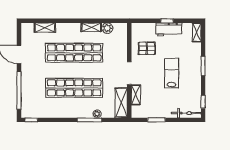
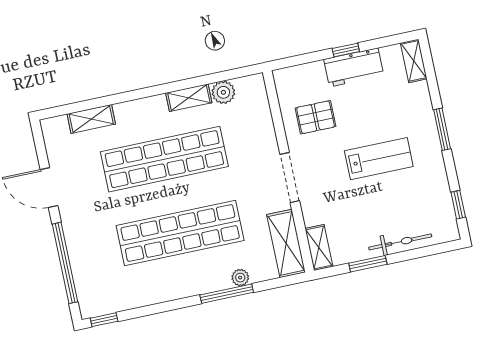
lab bench: (171, 73) -> (379, 159), turned 90
shelving: (136, 95) -> (319, 248), moved
bicycle: (186, 113) -> (400, 242), moved

